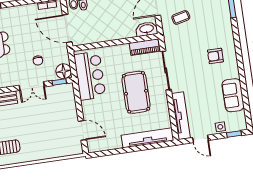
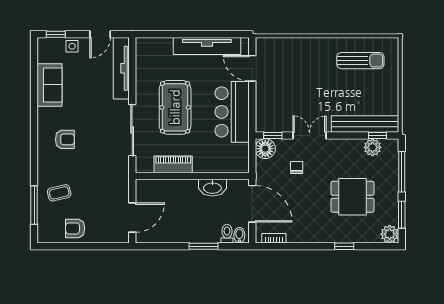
coffee table: (181, 17) -> (59, 193), moved
washbasin: (147, 29) -> (212, 188), moved
piano: (144, 47) -> (173, 164), moved
bar counter: (90, 76) -> (232, 112), moved
tv unit: (147, 138) -> (207, 46), moved
door: (201, 139) -> (100, 34), swing flipped

